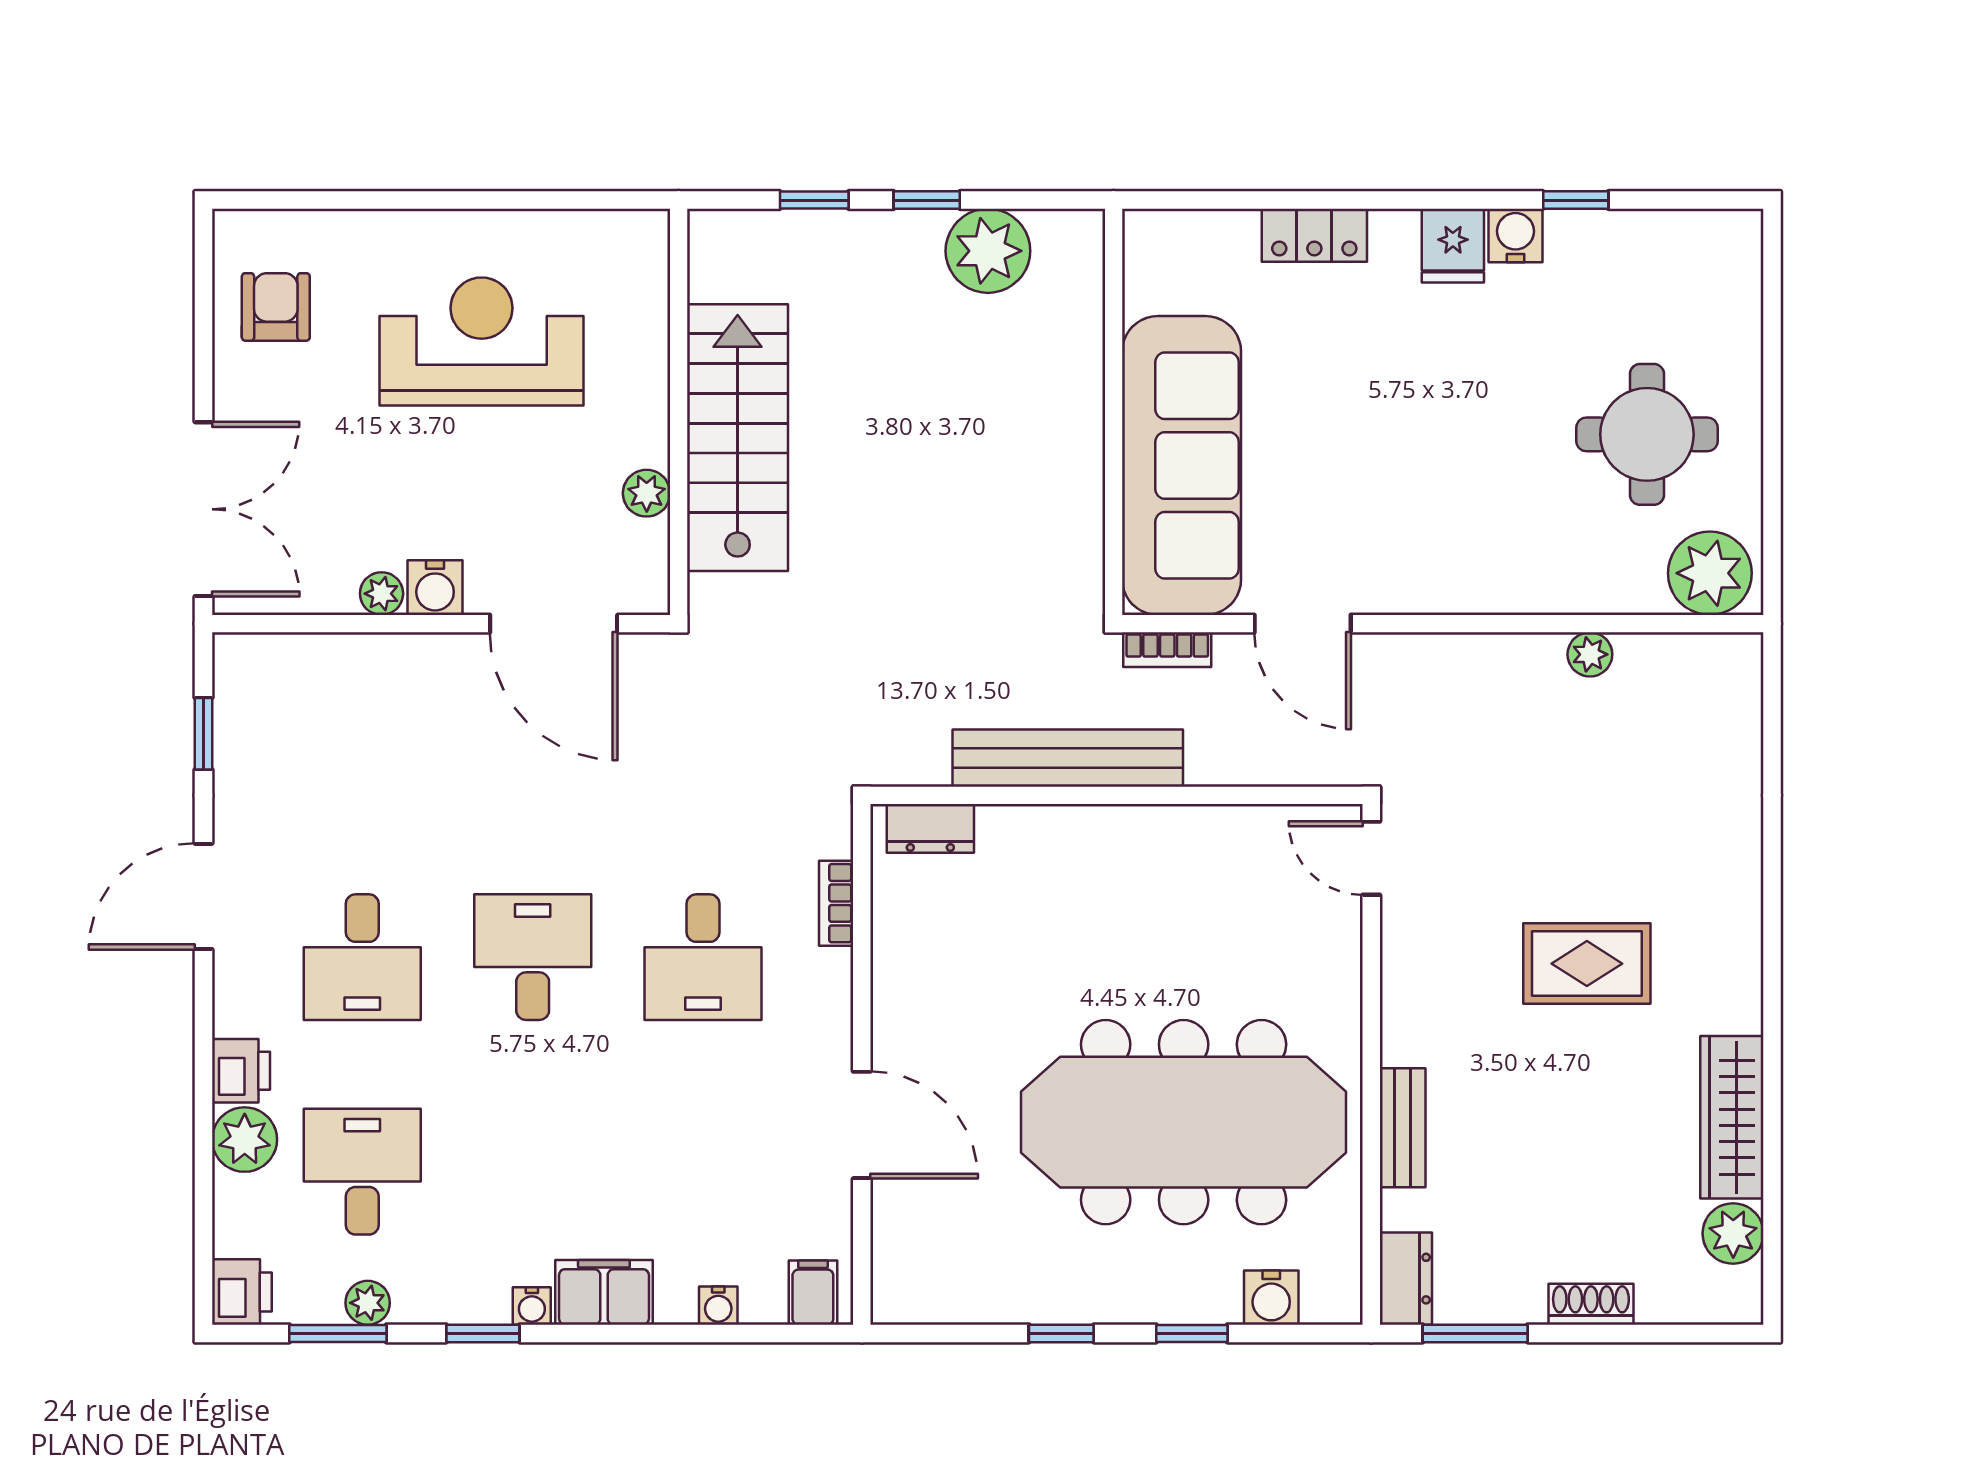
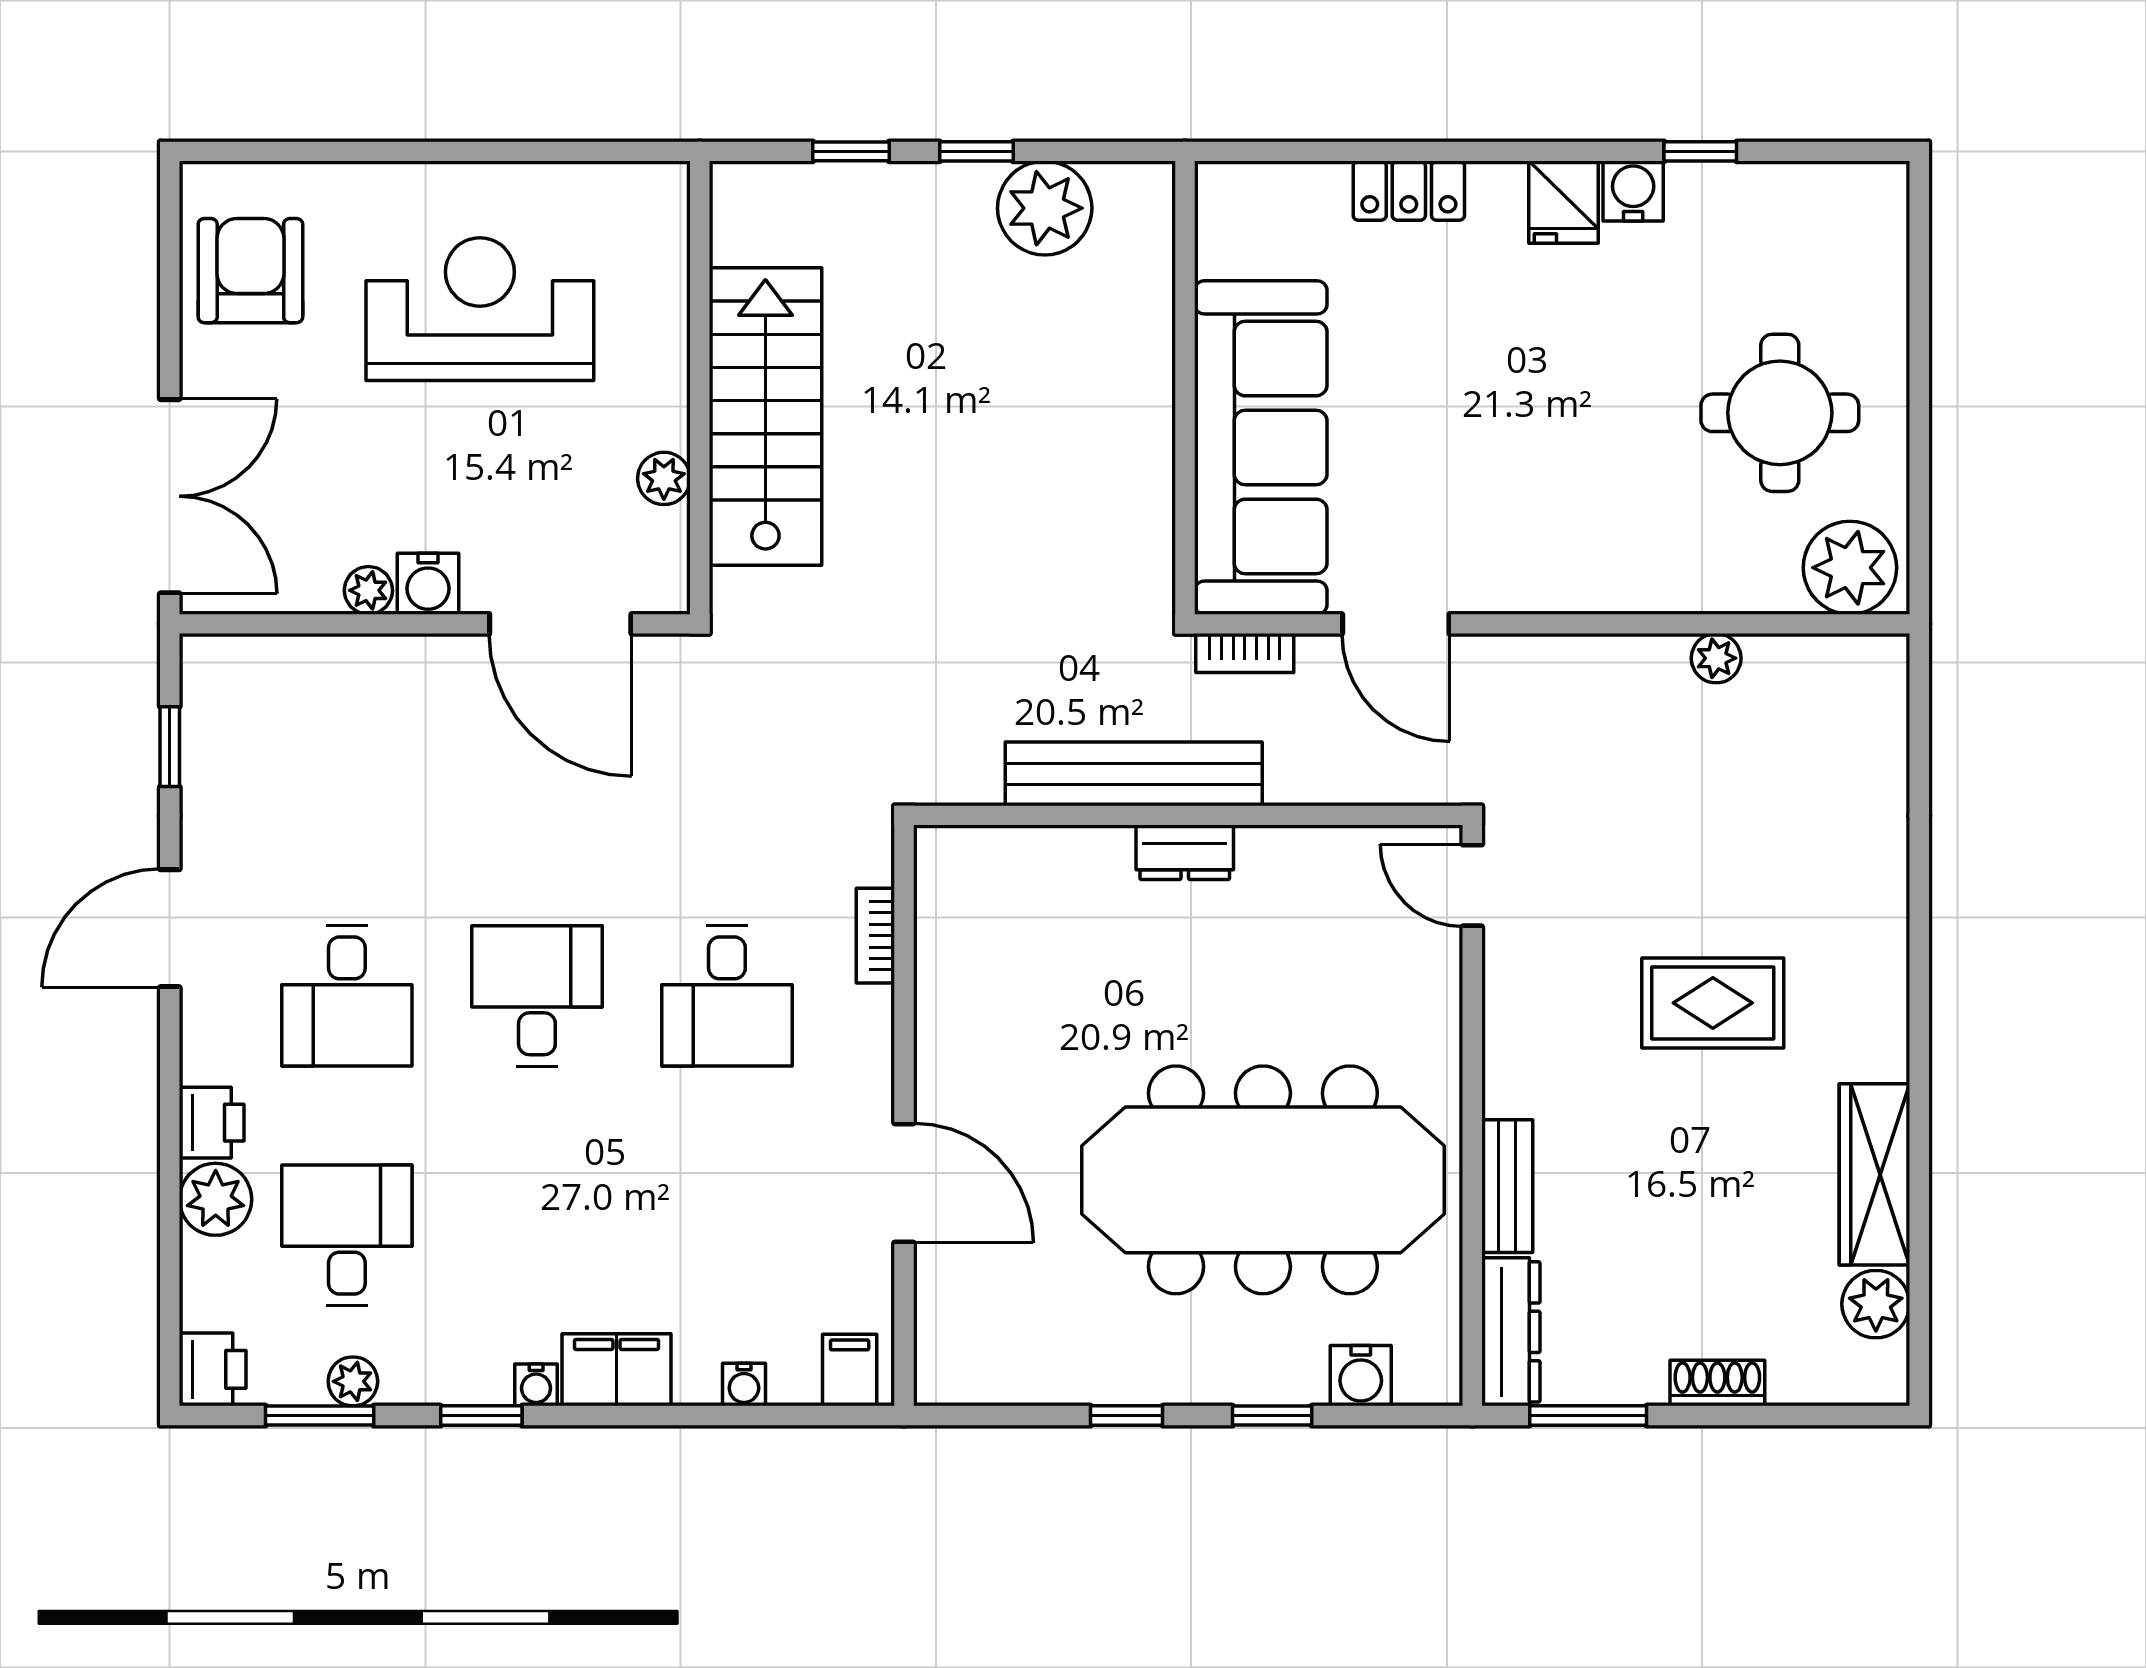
armchair: (276, 307) -> (250, 271), width x1.38, depth x1.38
dresser: (930, 828) -> (1185, 852), moved
dresser: (1406, 1279) -> (1511, 1332), width x1.44

